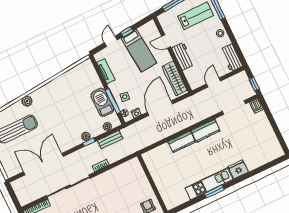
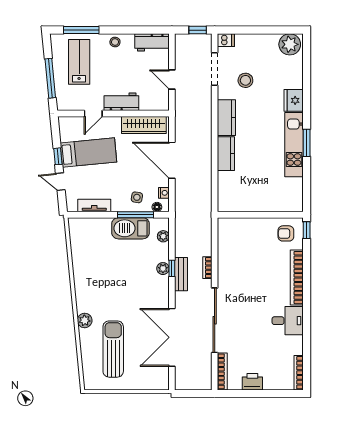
stool: (236, 131) -> (245, 80), added
bench: (110, 140) -> (181, 274), moved
plant: (274, 149) -> (290, 44), added

